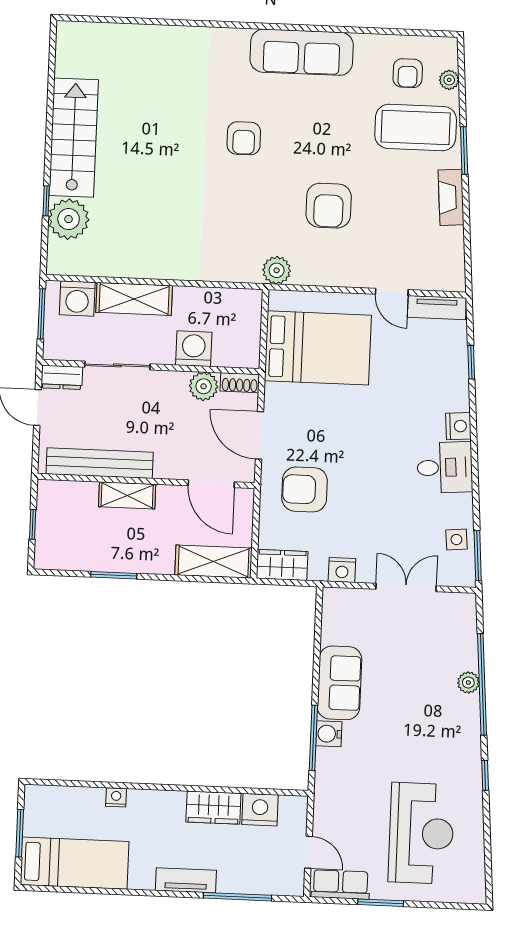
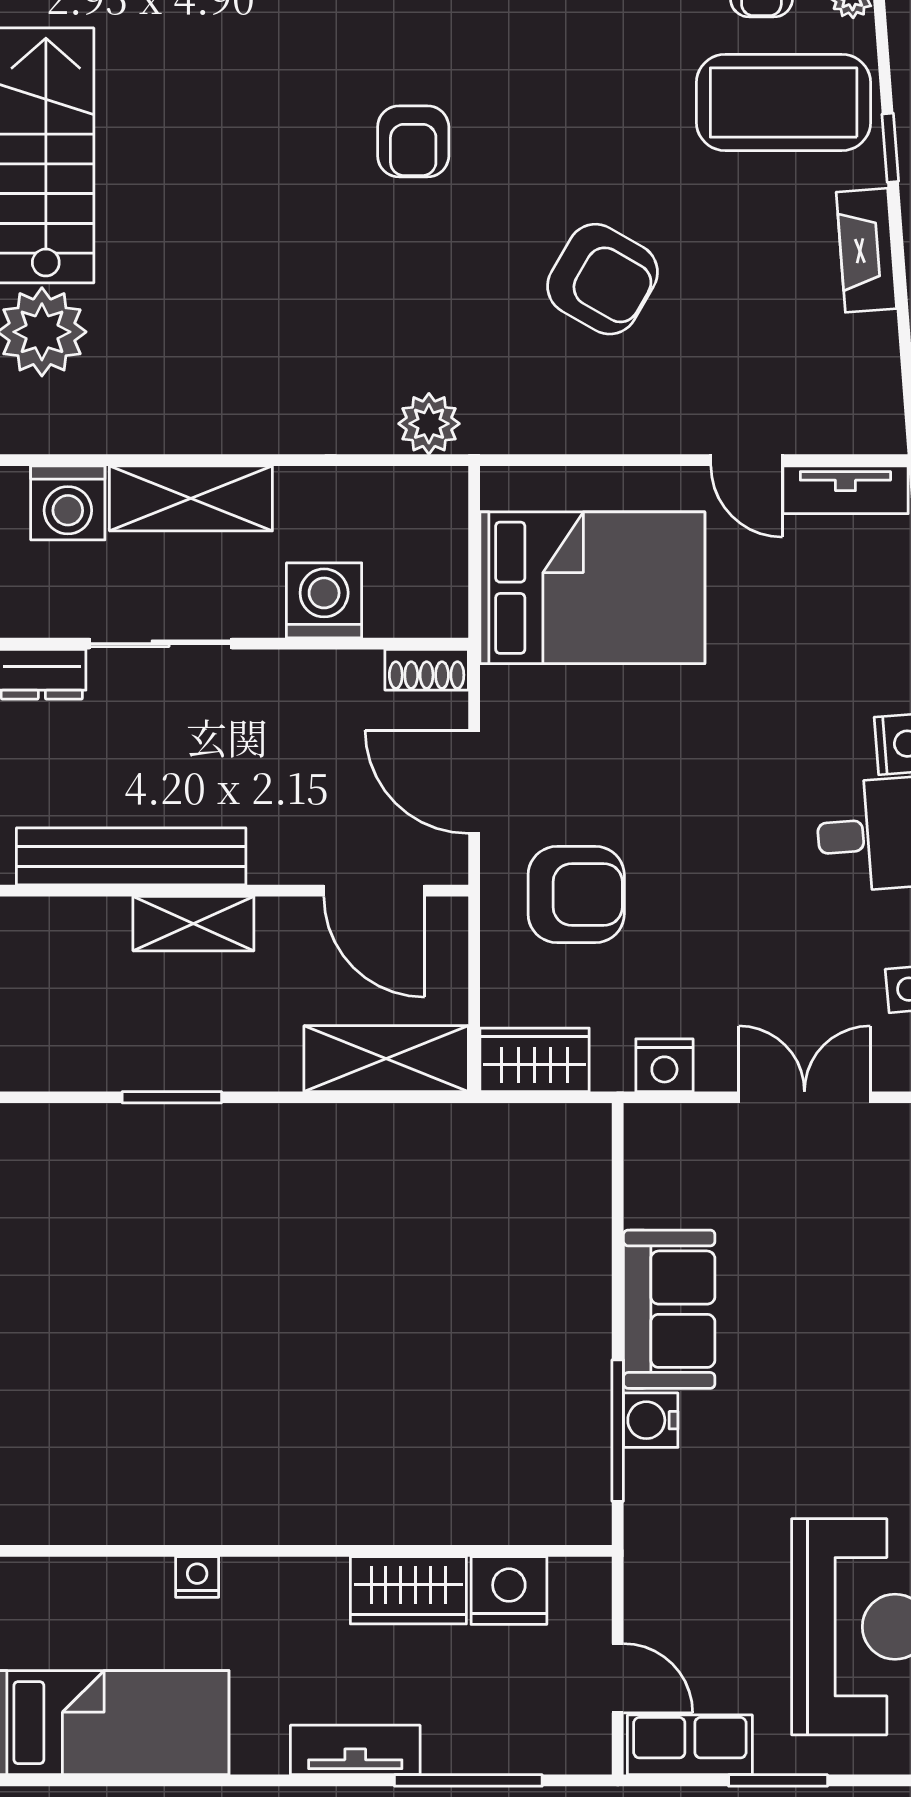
window: (464, 150) -> (890, 148), width x0.67
armchair: (329, 206) -> (602, 279), turned -60
plant: (277, 270) -> (429, 424), moved
plant: (204, 386) -> (349, 681), removed
armchair: (304, 489) -> (576, 894), turned 180

